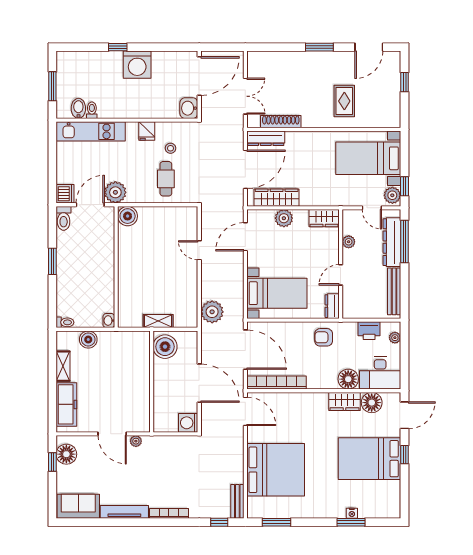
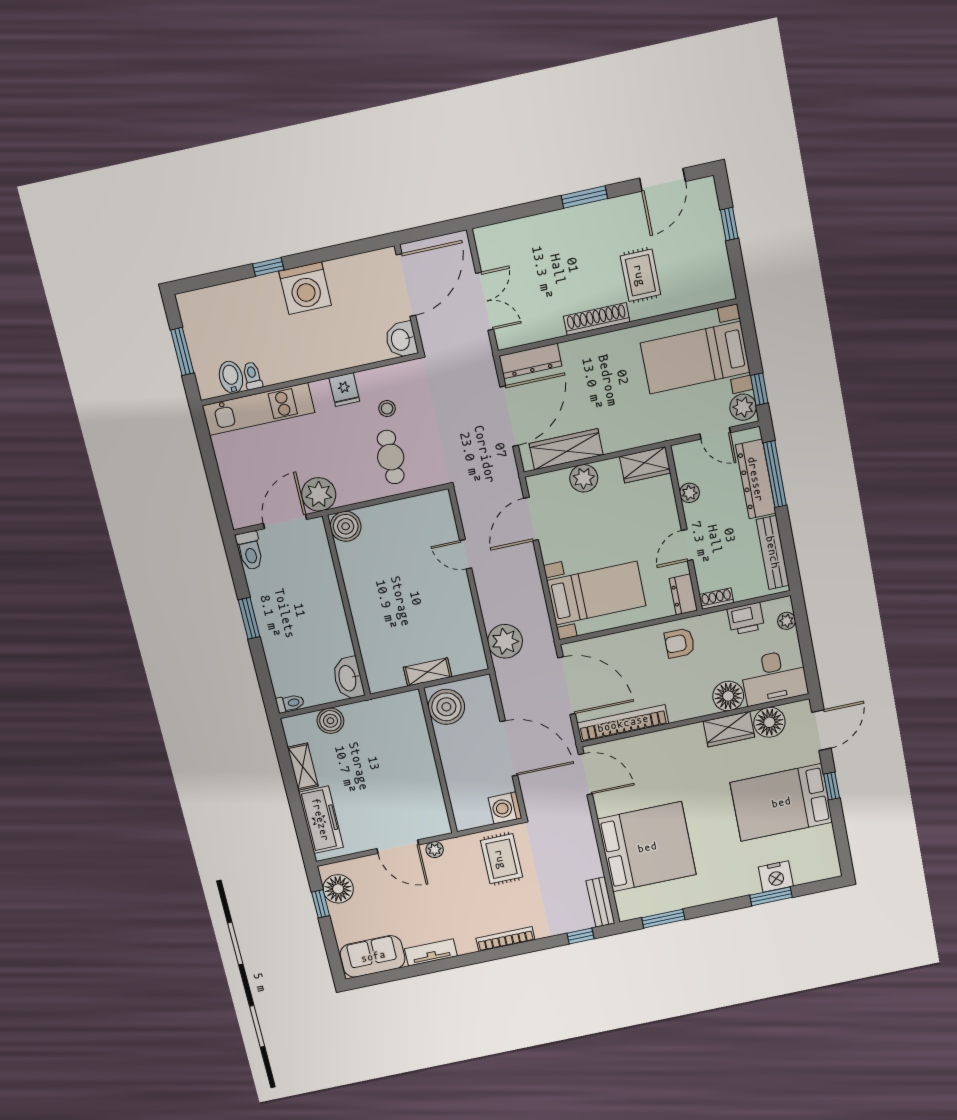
shoe rack: (281, 122) -> (597, 319), moved
dishwasher: (65, 194) -> (243, 513), removed
shoe rack: (353, 313) -> (716, 599), added
washbasin: (109, 321) -> (348, 678), width x1.91, depth x1.45
rug: (178, 457) -> (501, 859), added
tv unit: (124, 512) -> (431, 952), width x0.71
nightstand: (352, 513) -> (776, 877), width x1.89, depth x1.79

